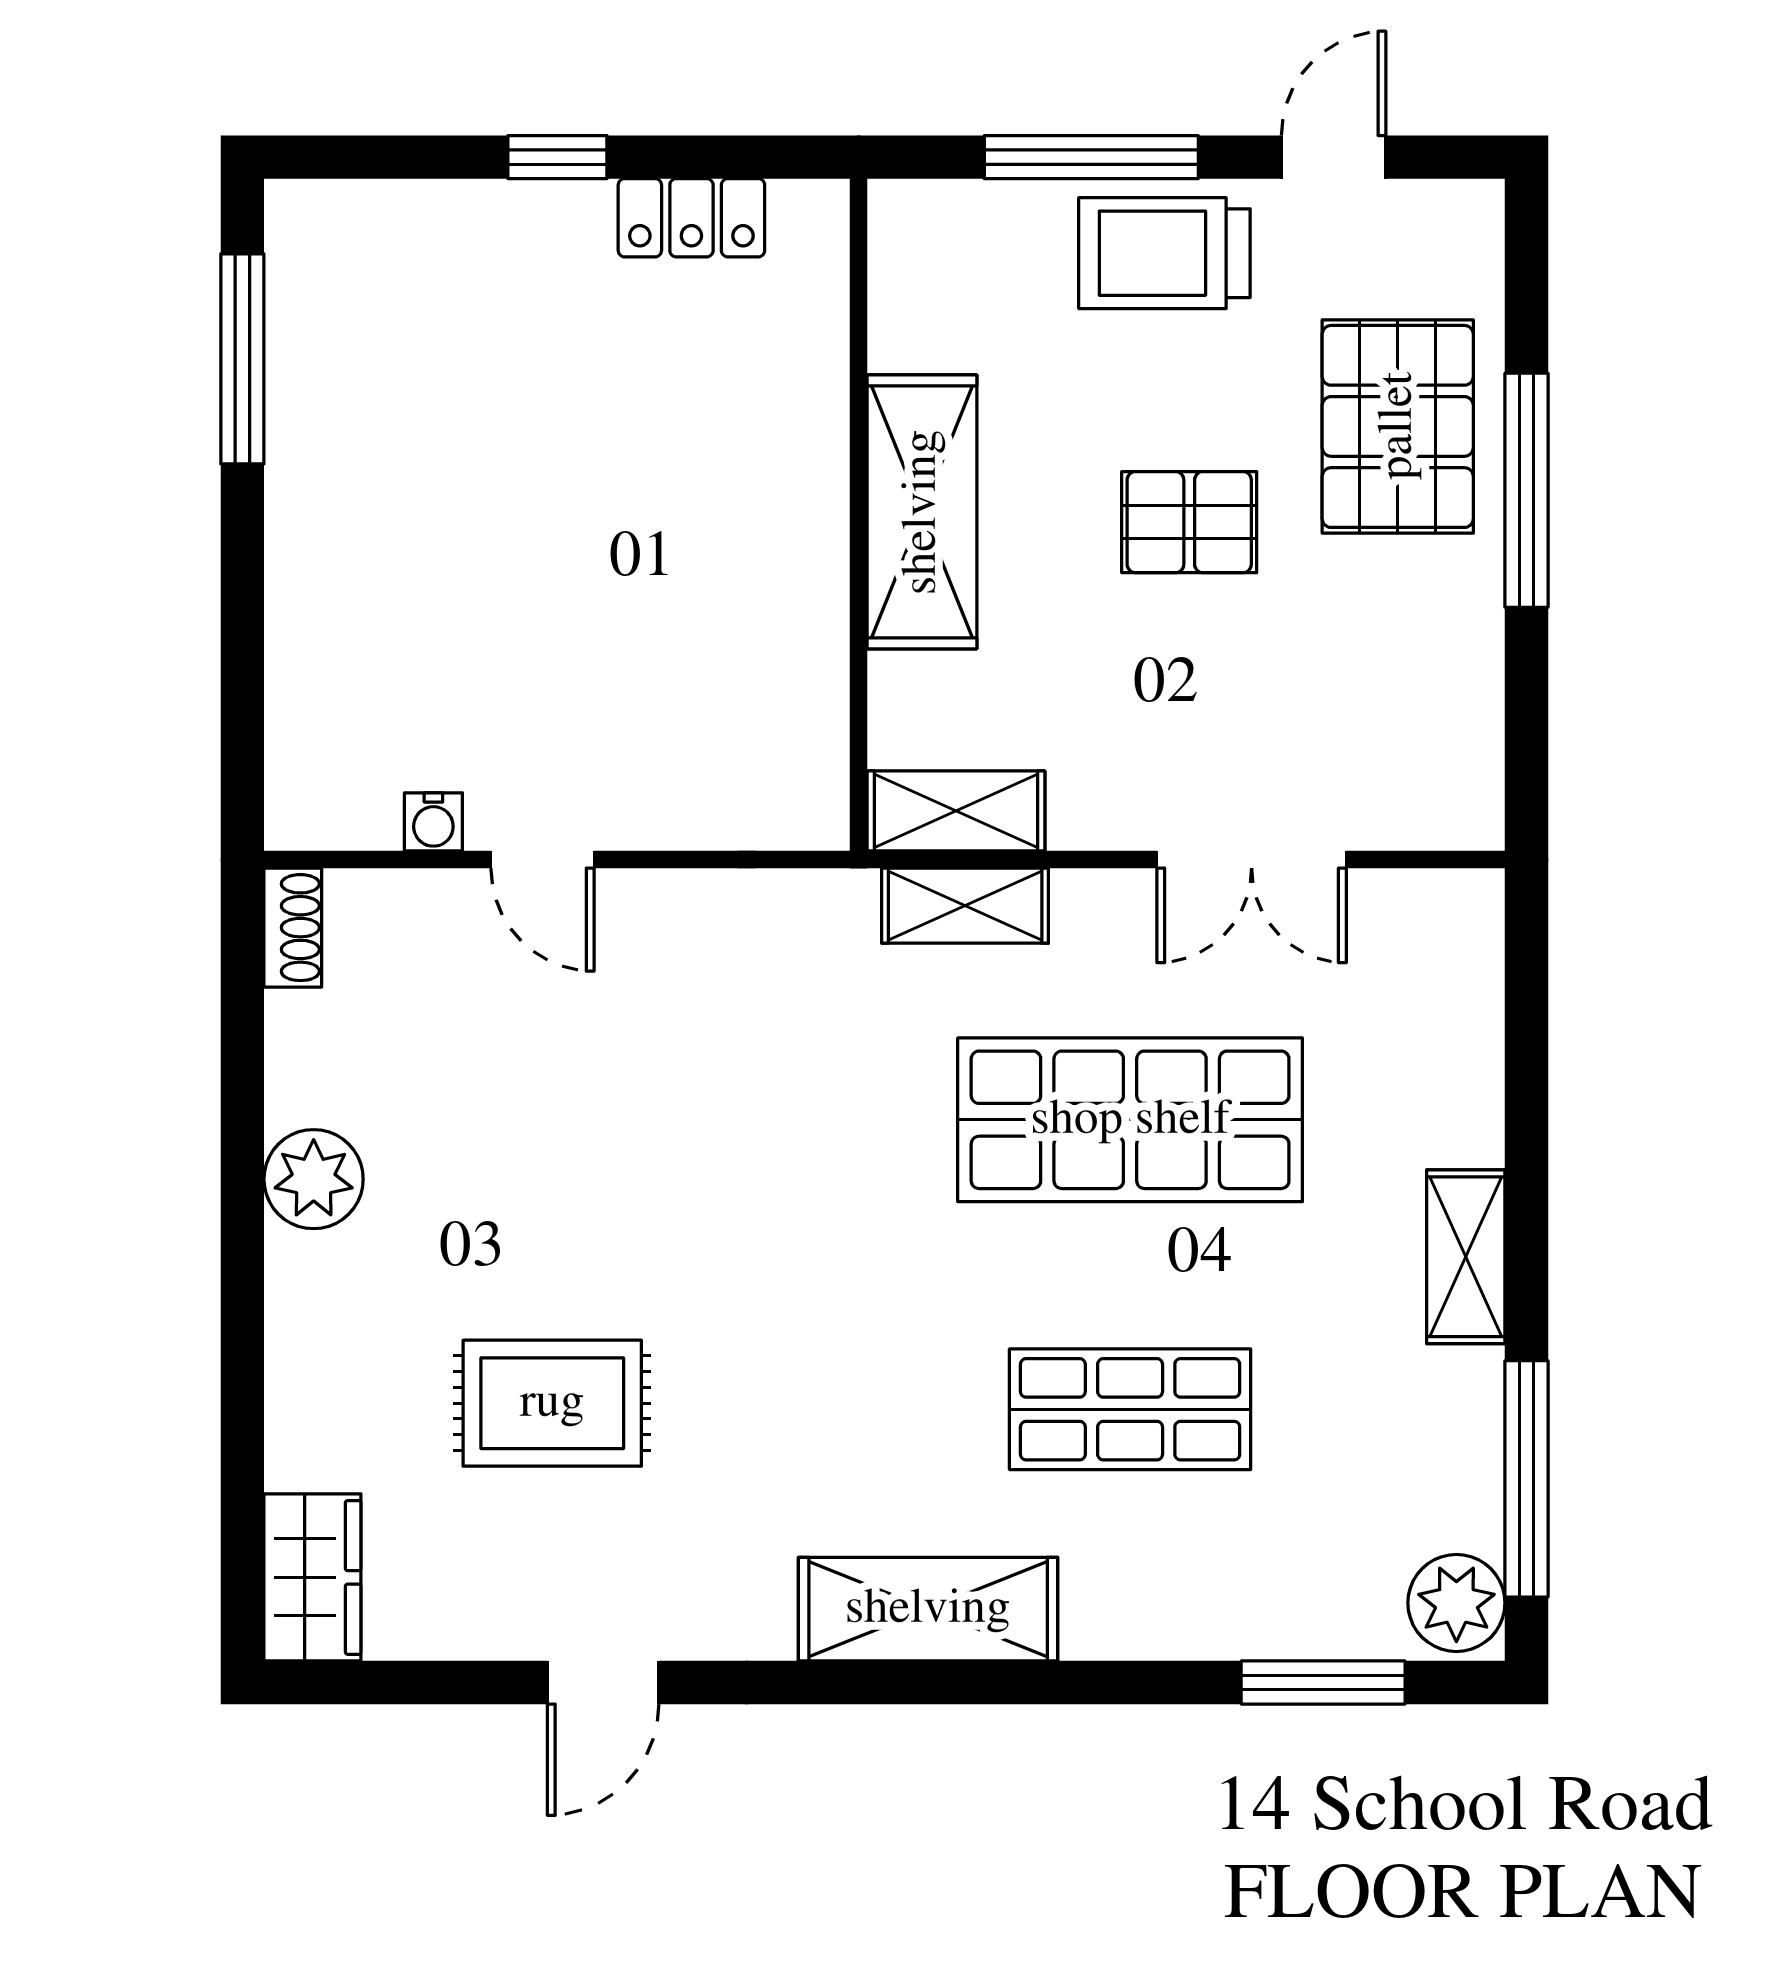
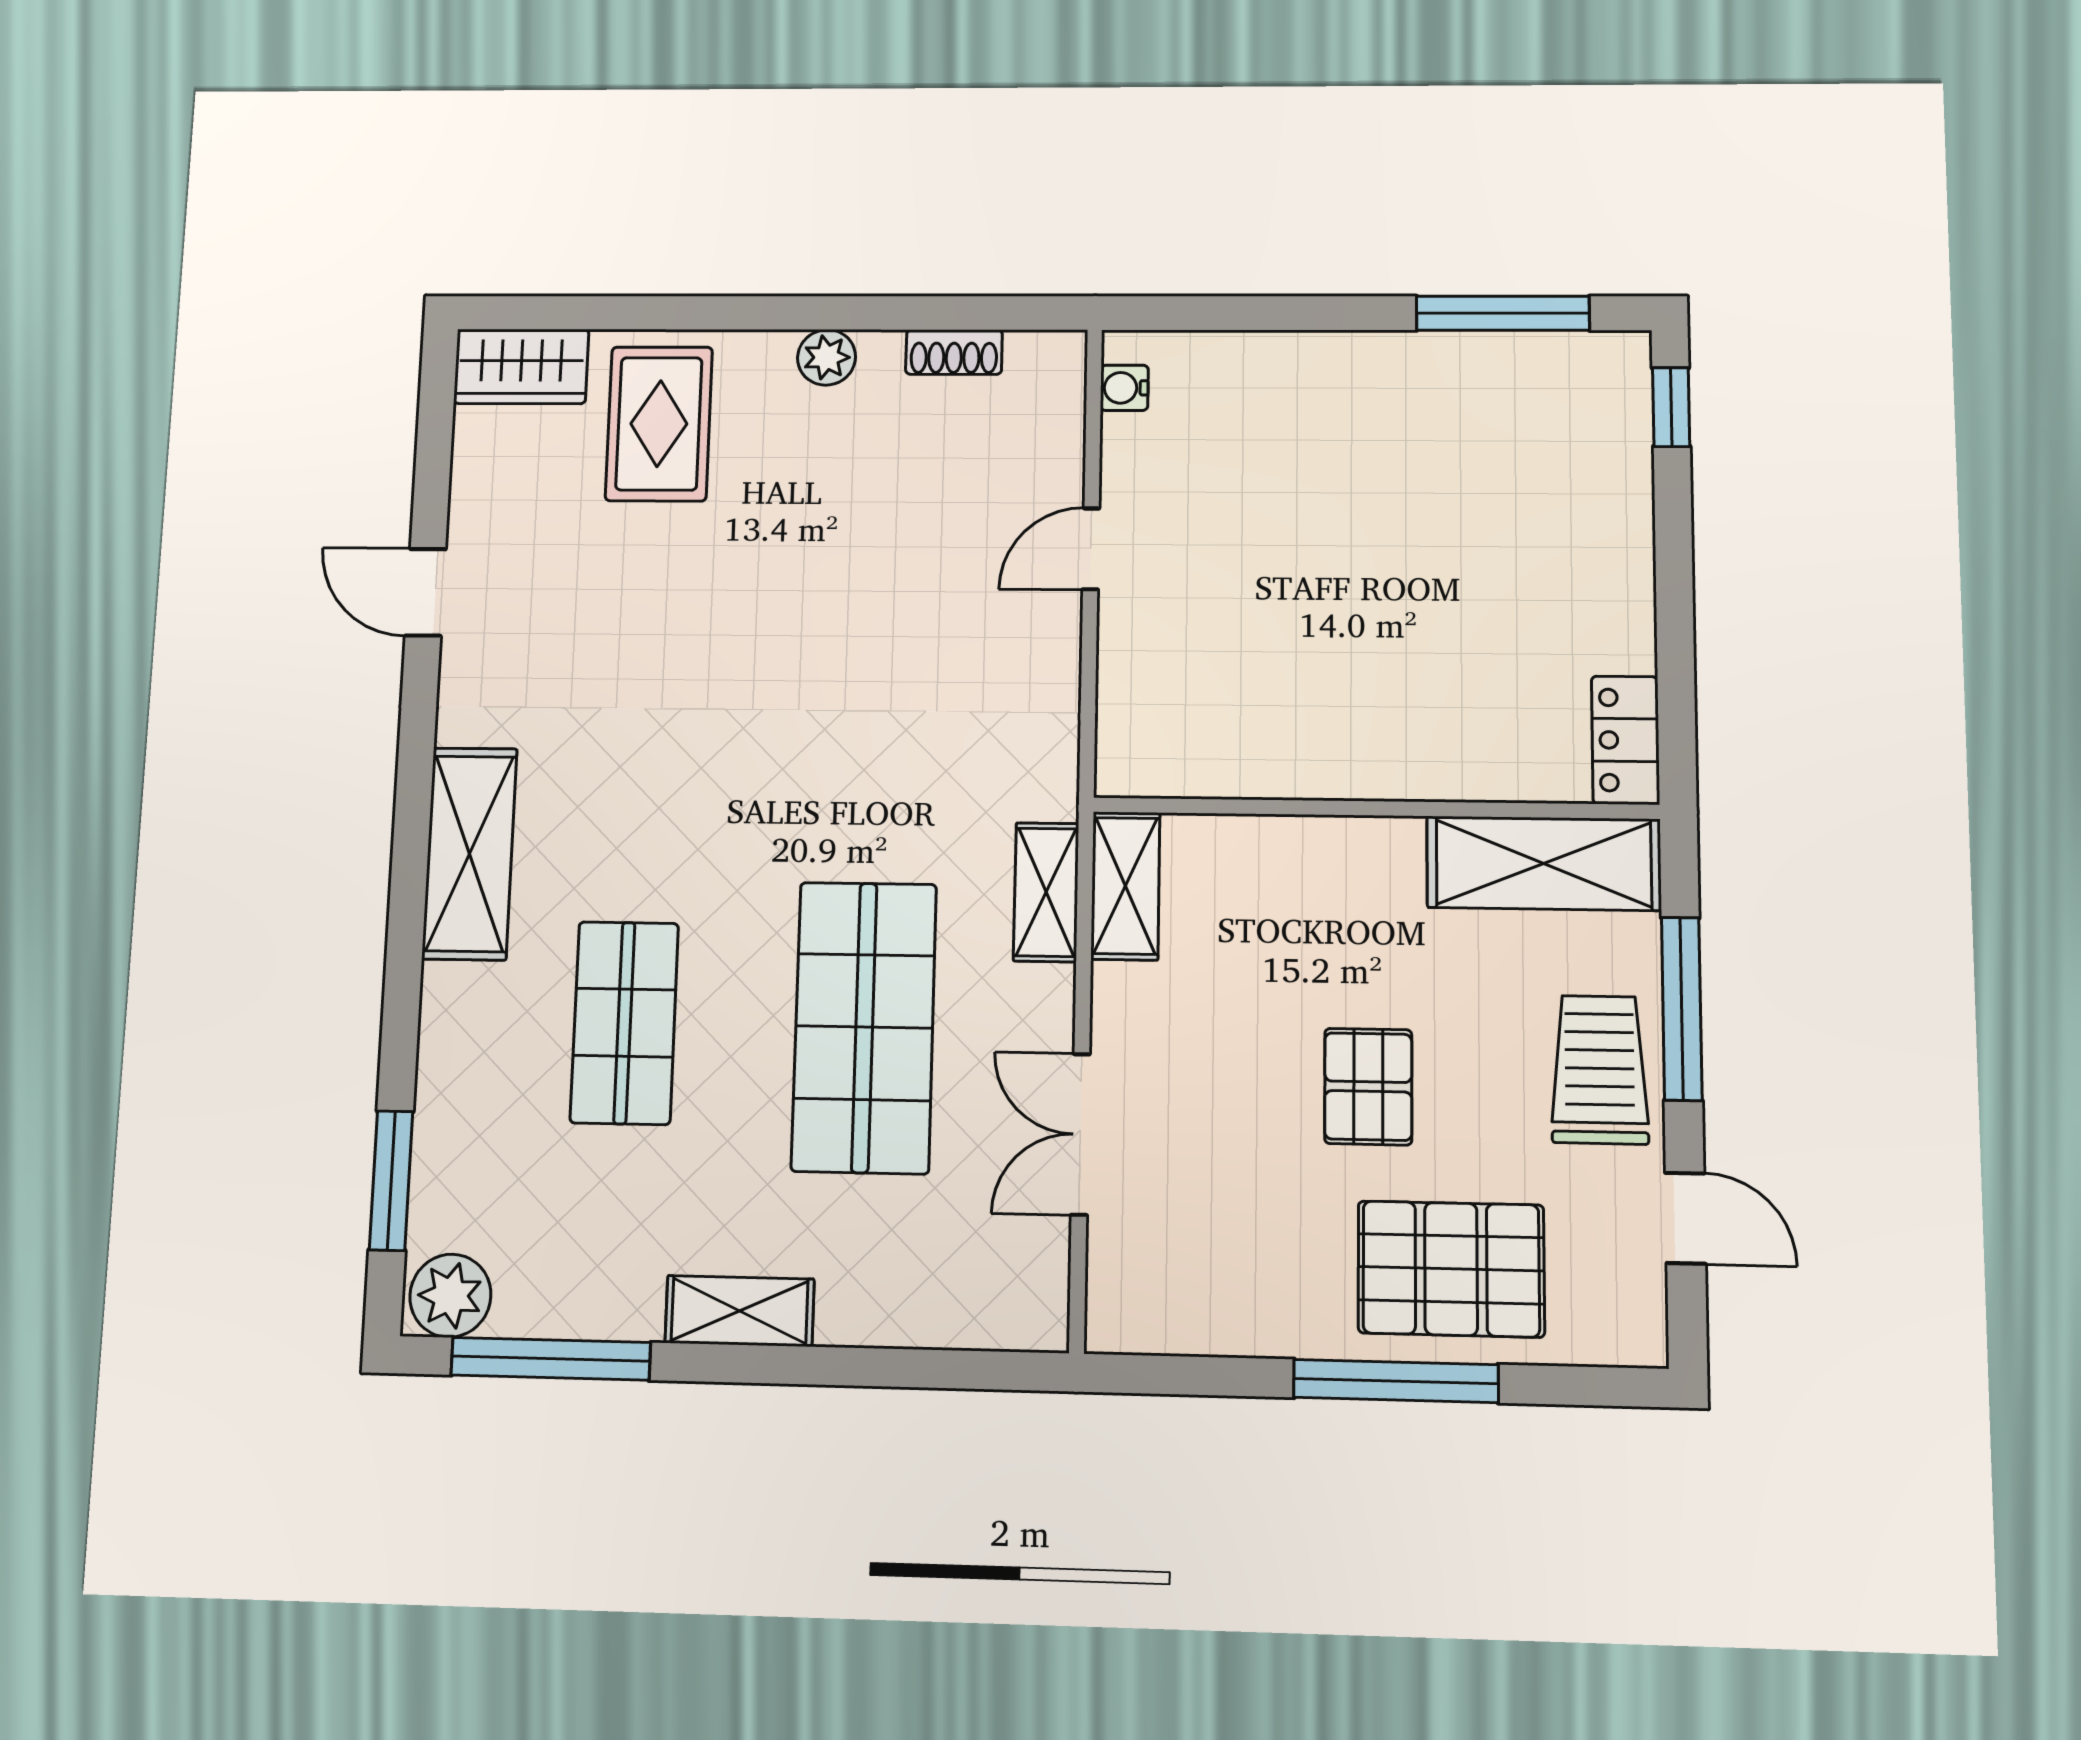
window: (557, 157) -> (1671, 407), moved
locker: (691, 218) -> (1625, 740), moved
shelving: (922, 512) -> (1544, 863), moved
water cooler: (433, 822) -> (1124, 388), moved
shoe rack: (293, 928) -> (954, 352), moved
plant: (314, 1179) -> (827, 357), width x0.73, depth x0.73
rug: (552, 1403) -> (659, 424), moved

